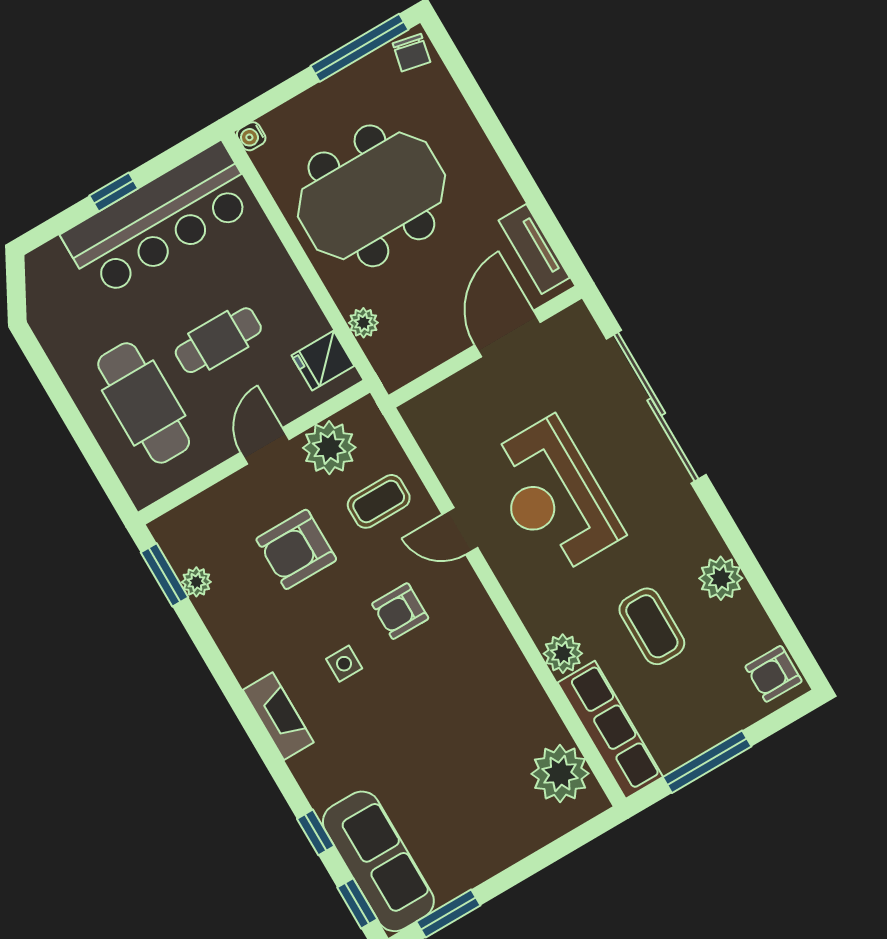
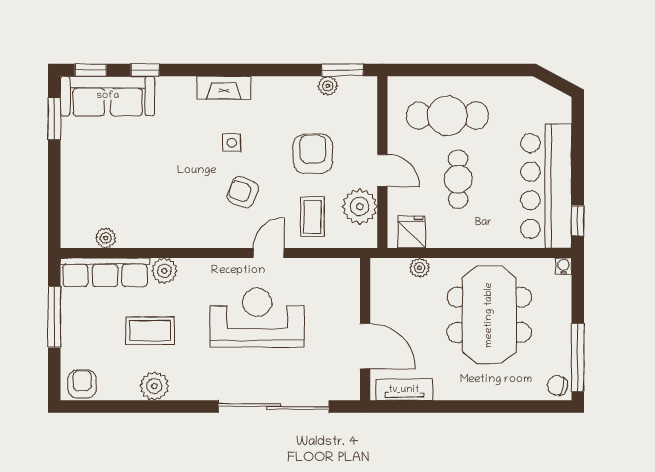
window: (114, 192) -> (578, 221), moved
armchair: (400, 611) -> (243, 192), turned -69
plant: (560, 774) -> (106, 238), width x0.53, depth x0.53

